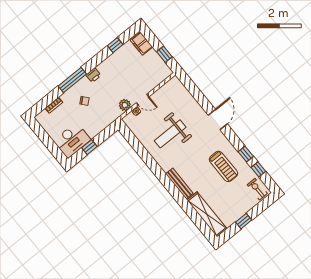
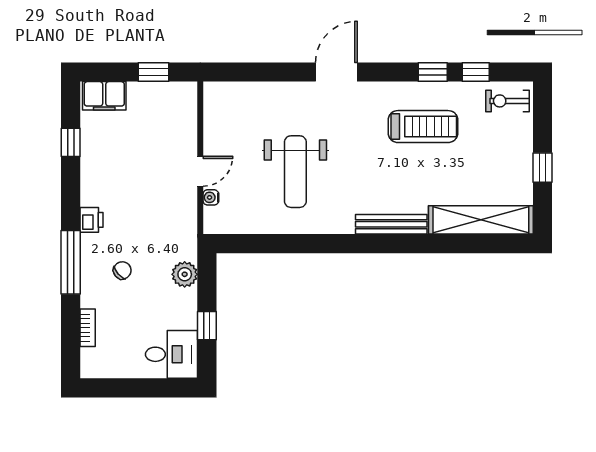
plant: (125, 105) -> (185, 274), moved
door: (218, 120) -> (336, 72), hinge flipped
desk: (72, 140) -> (171, 354), width x0.73

